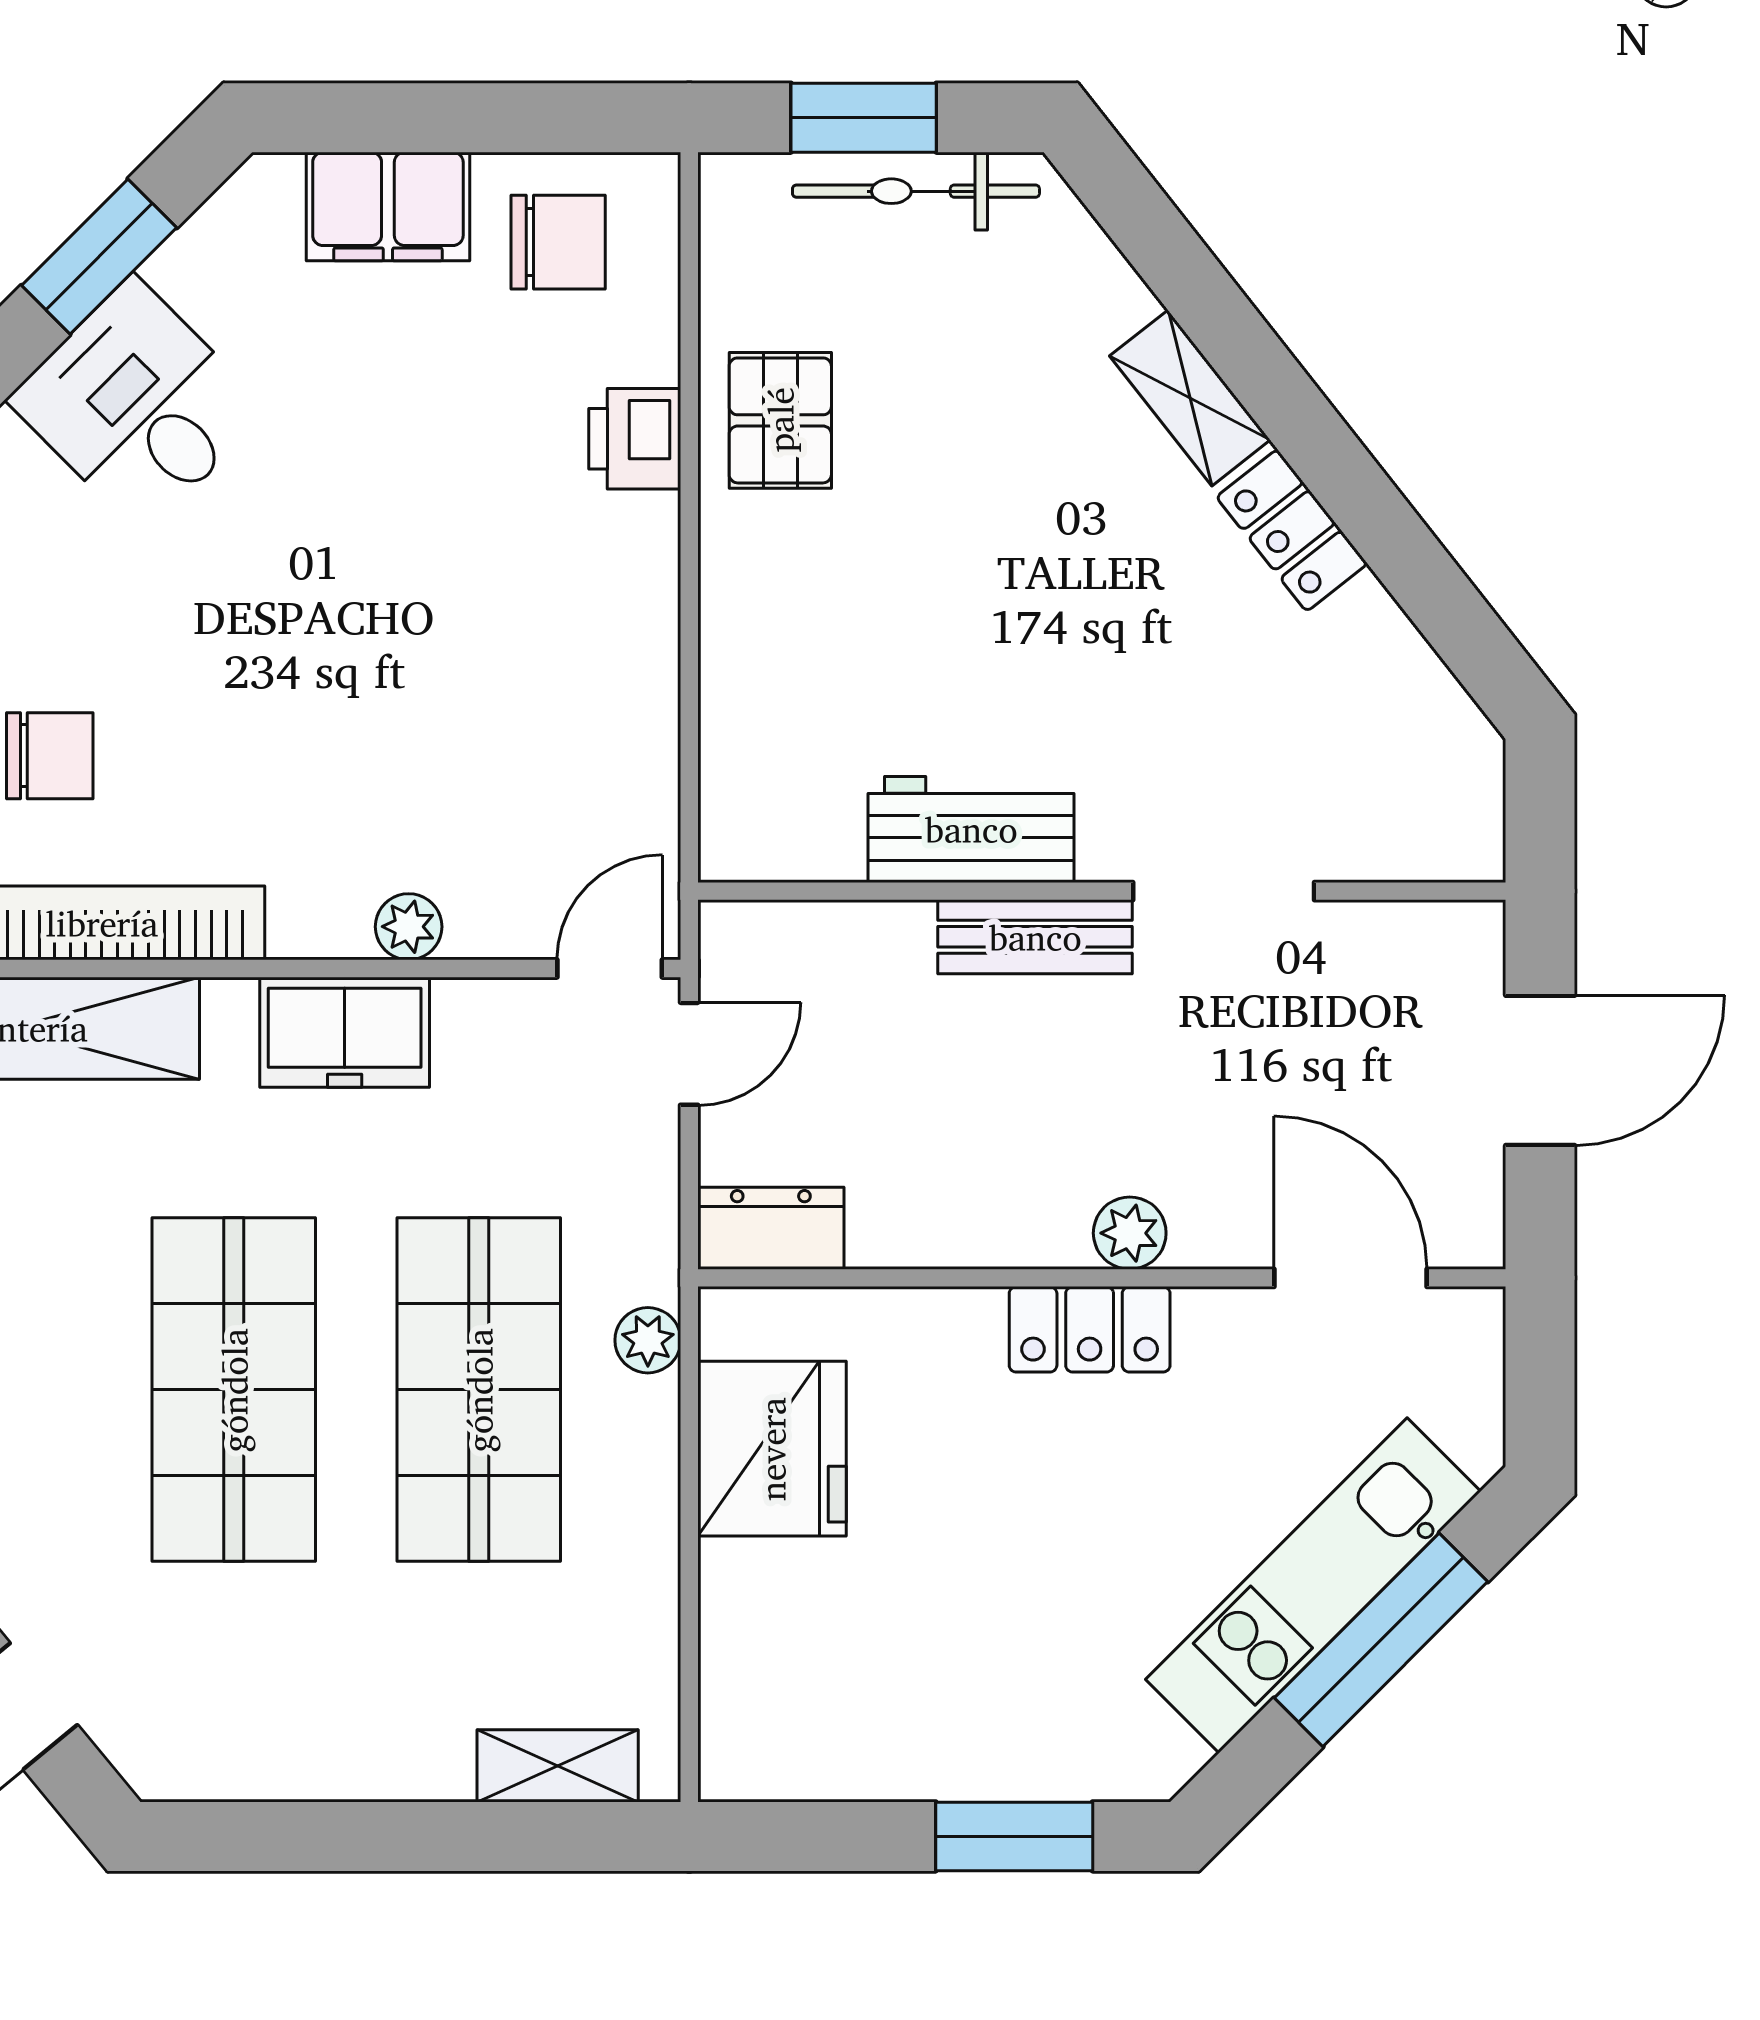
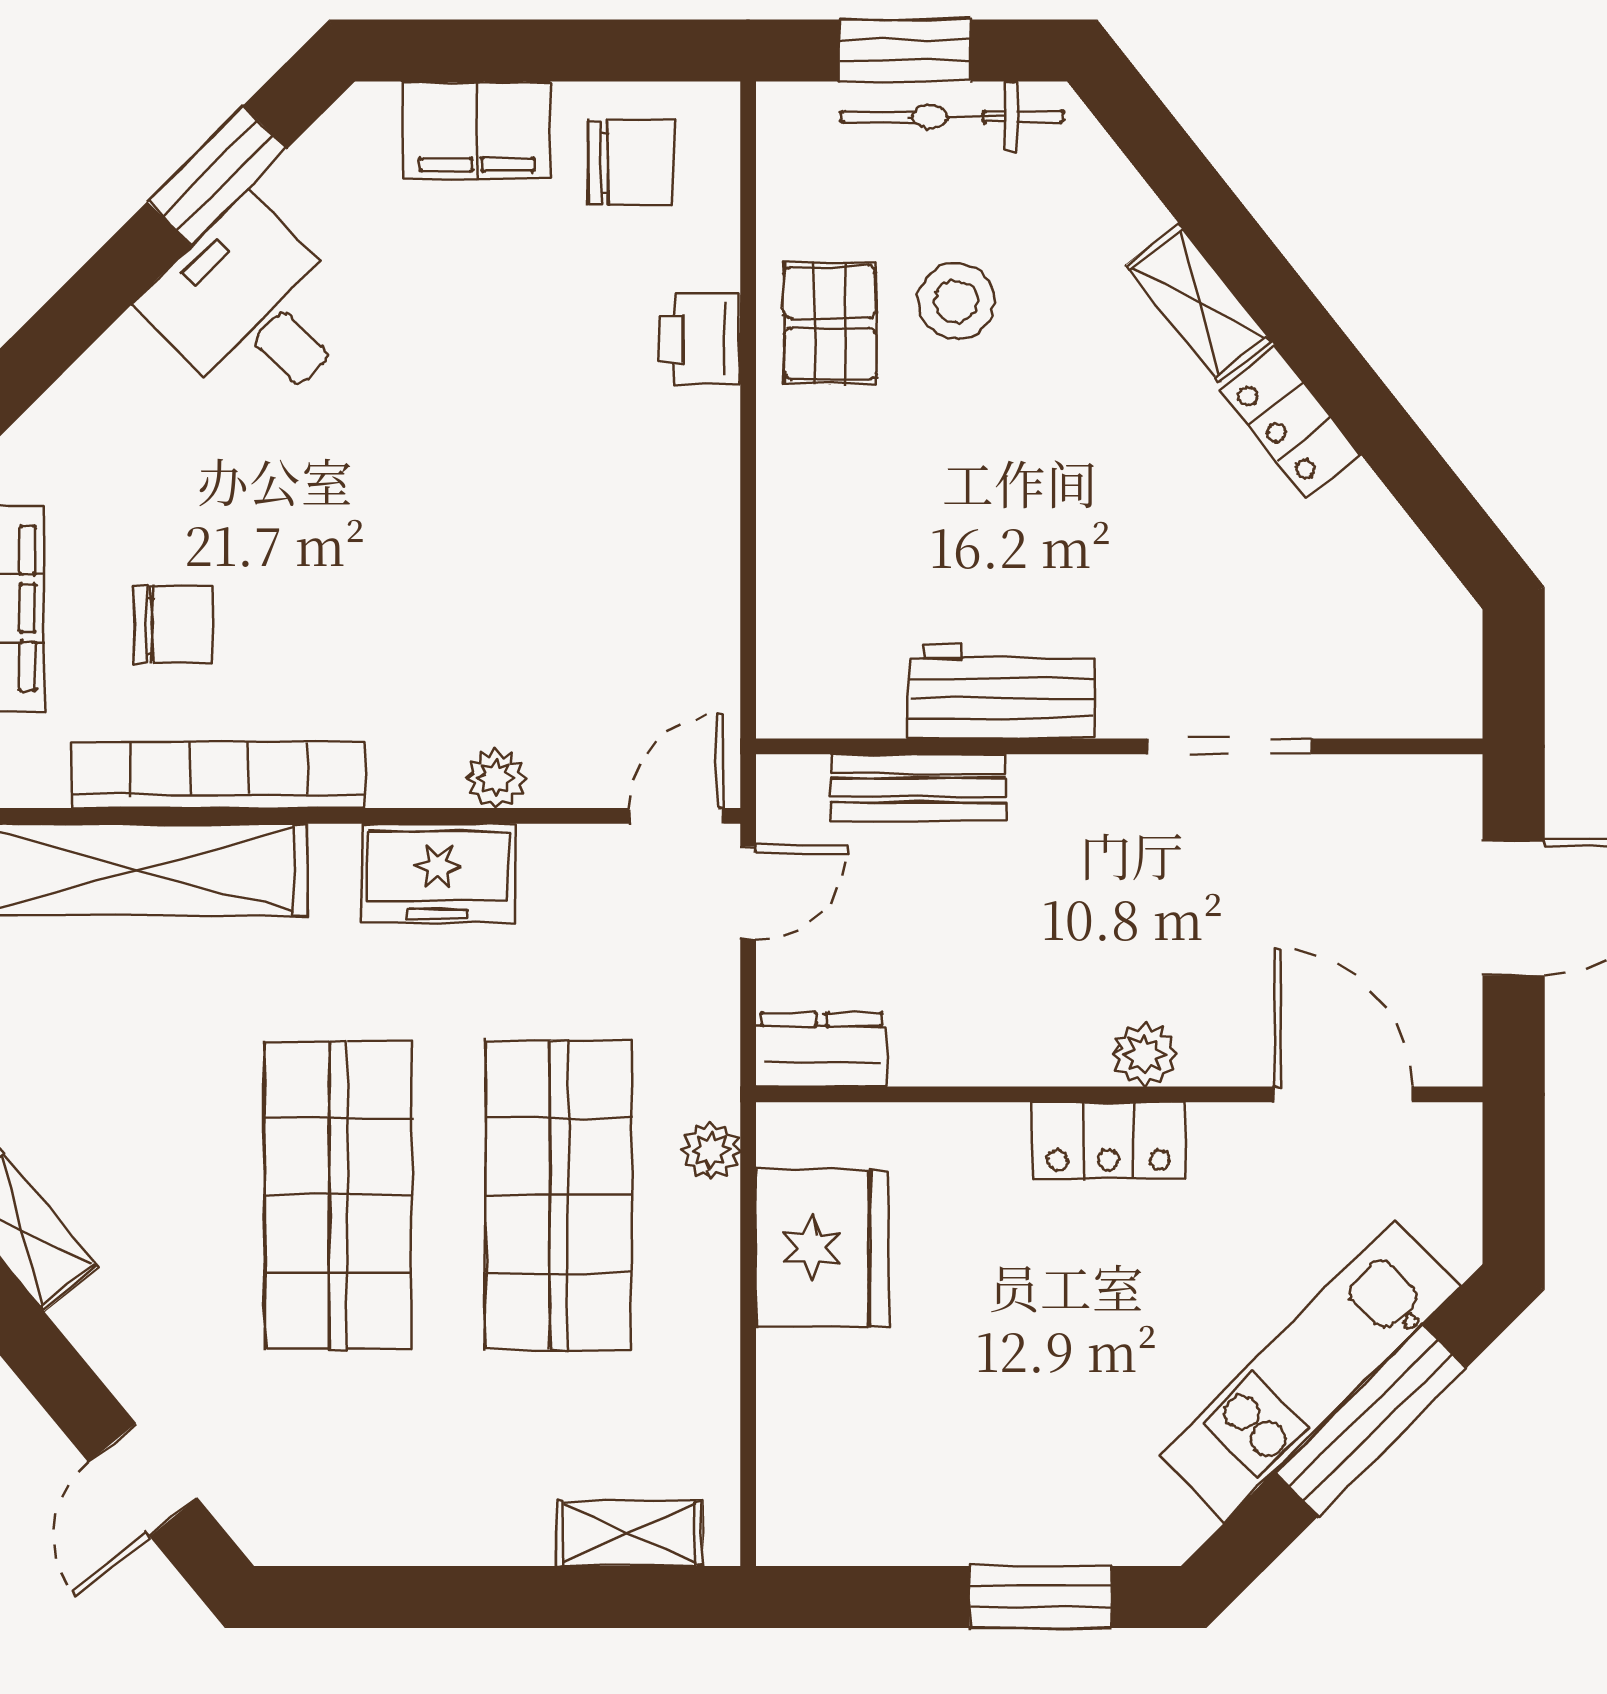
stool: (920, 396) -> (956, 301), added
bench: (1035, 937) -> (918, 787), moved

